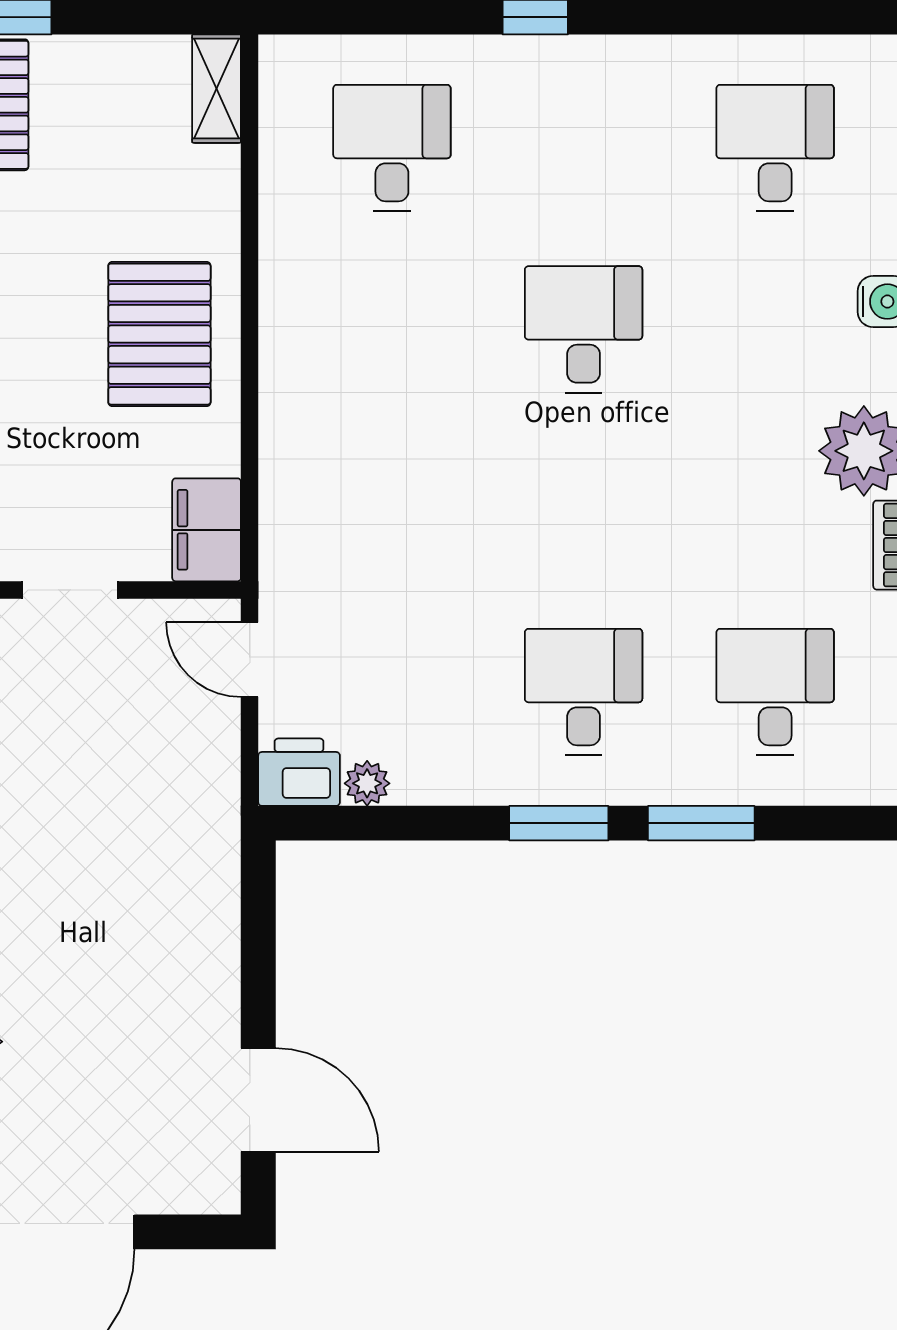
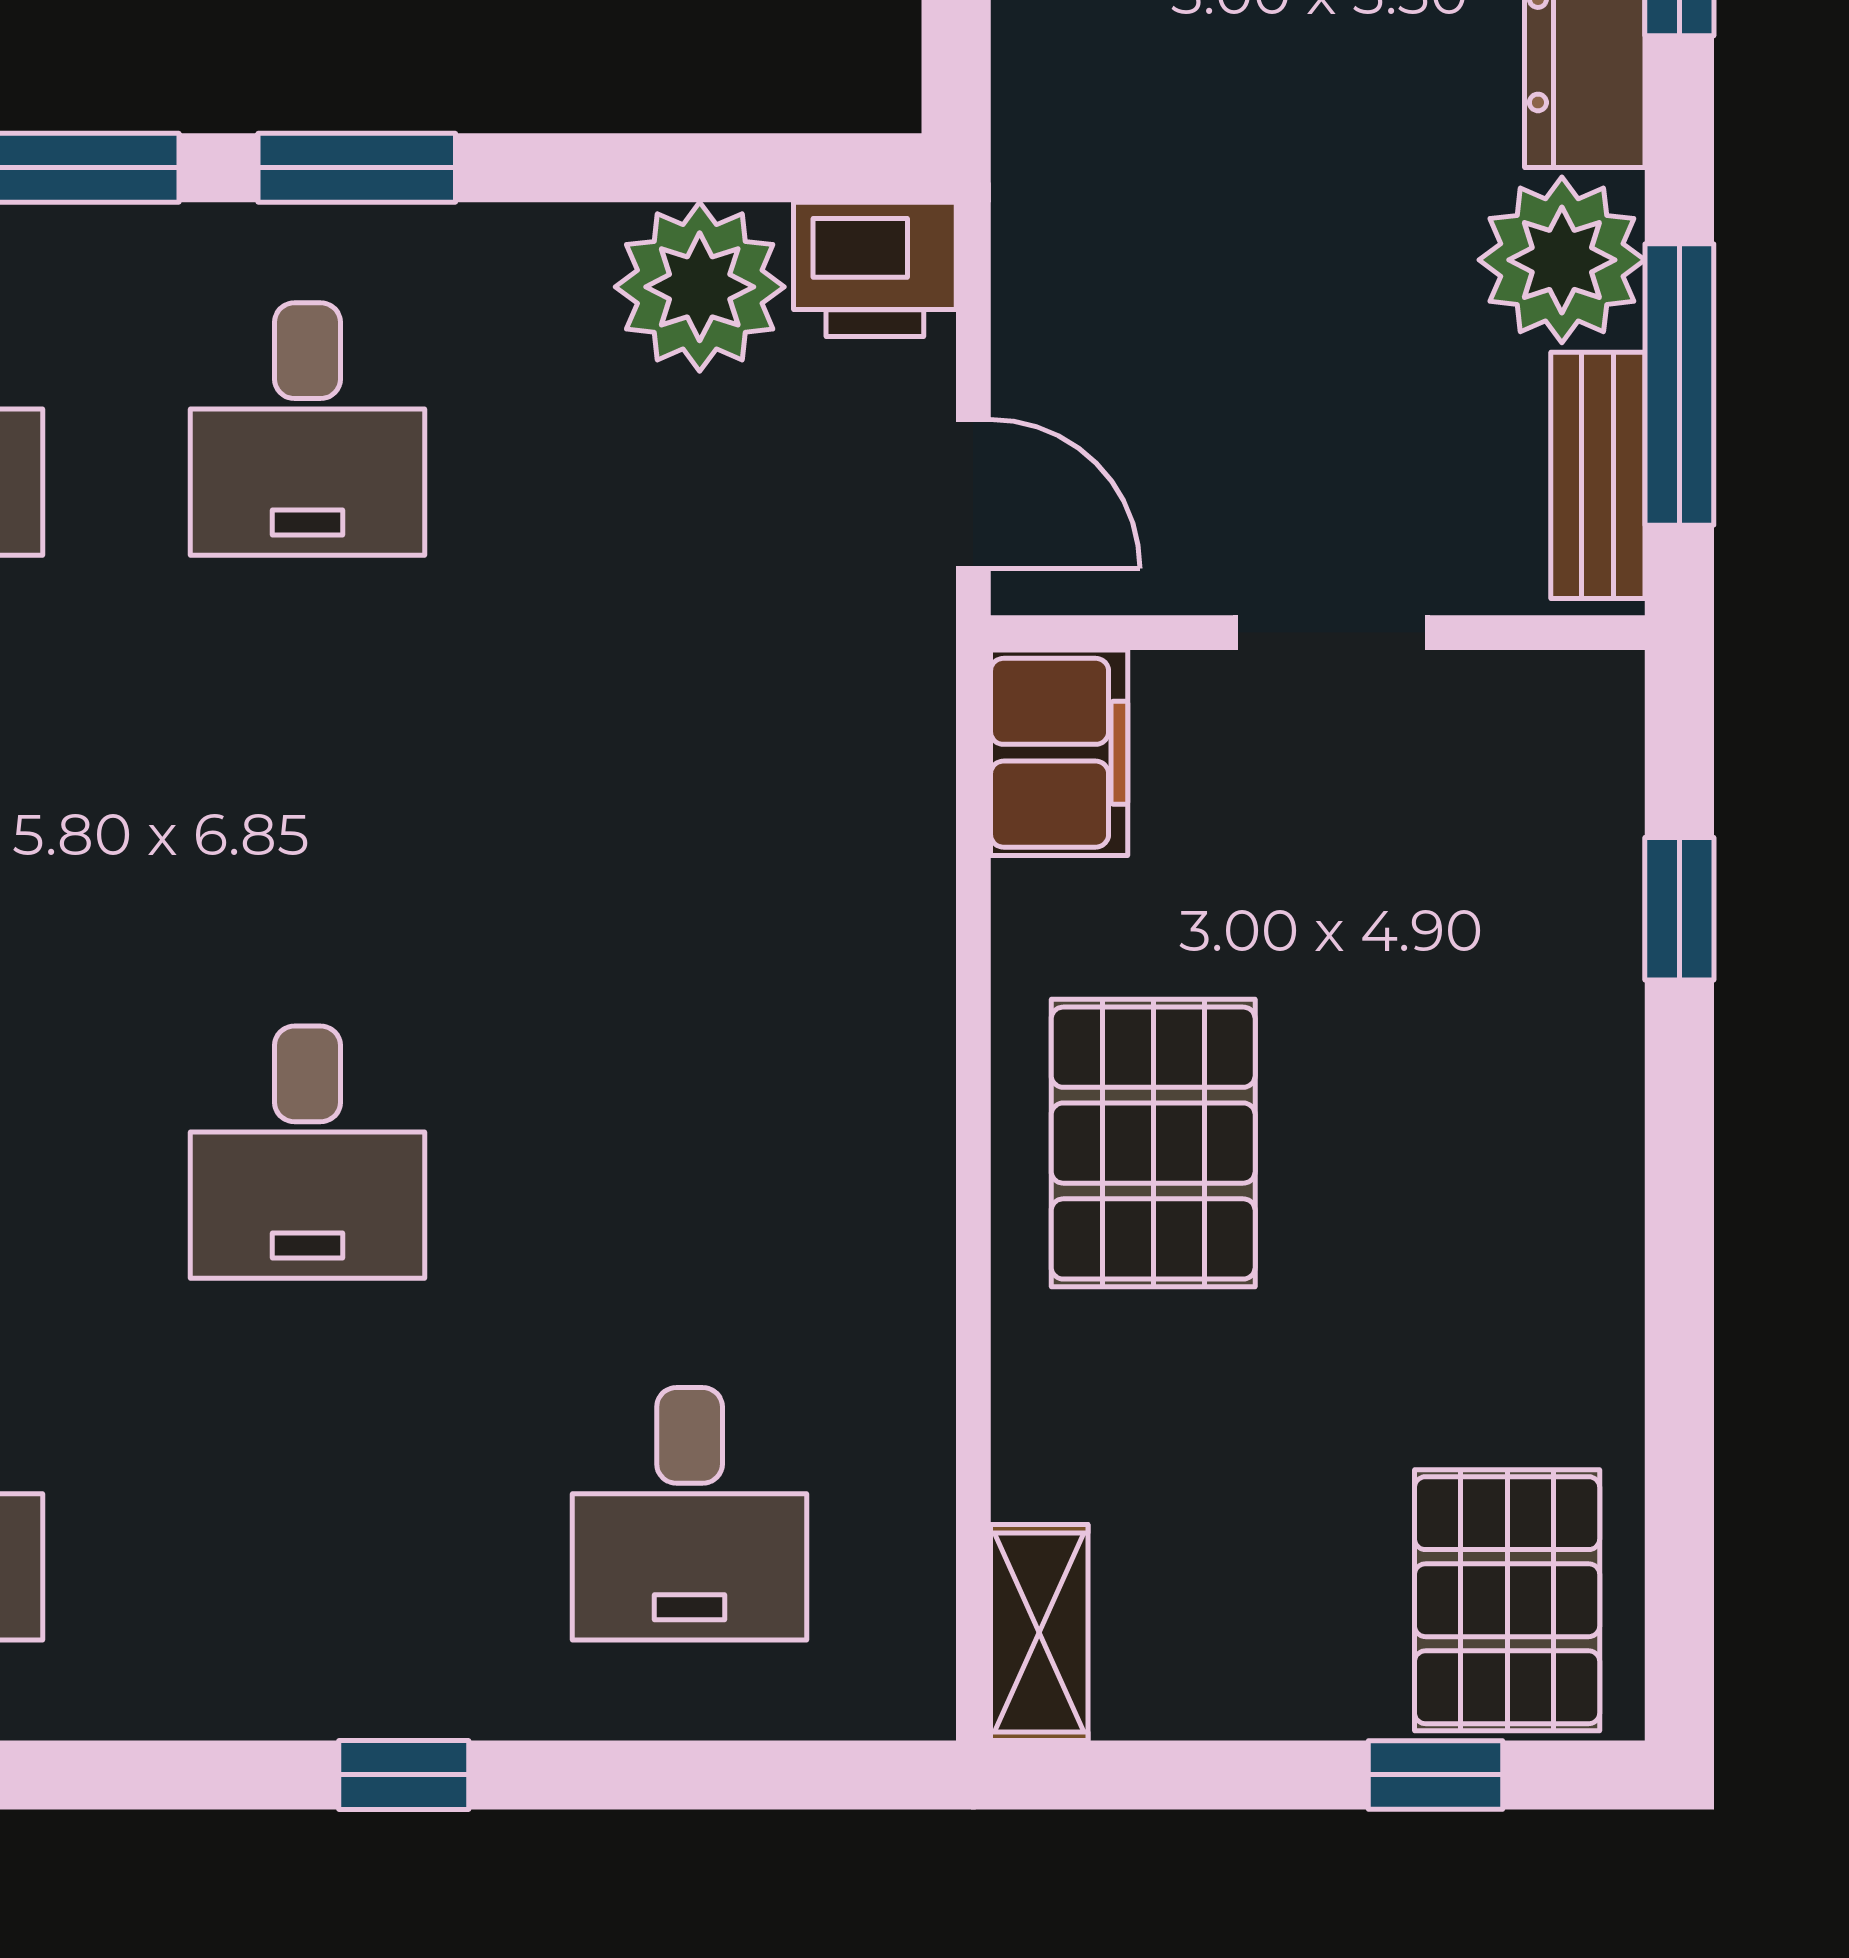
plant: (367, 783) -> (700, 287), width x1.88, depth x1.88

